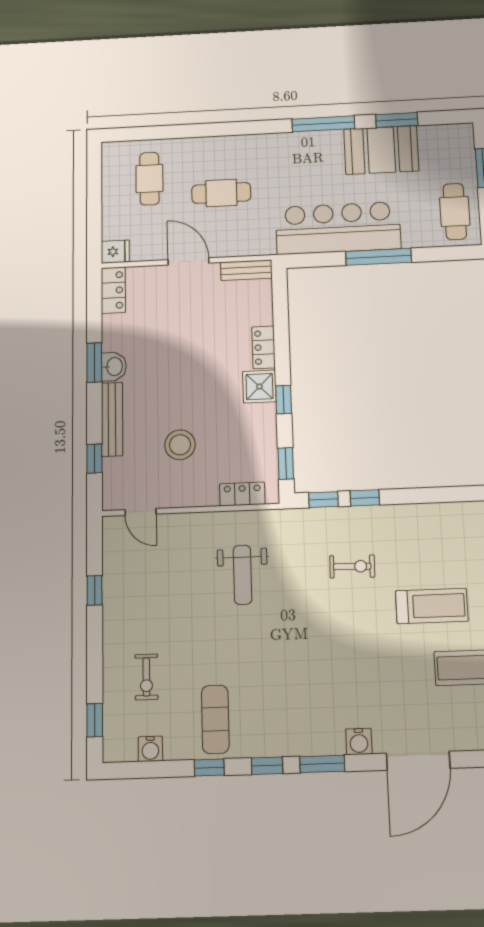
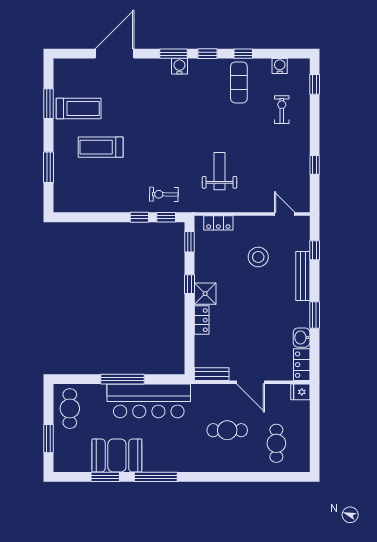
washbasin: (114, 367) -> (302, 338), moved
exercise bike: (352, 566) -> (164, 194), moved
water cooler: (359, 741) -> (179, 66), moved

